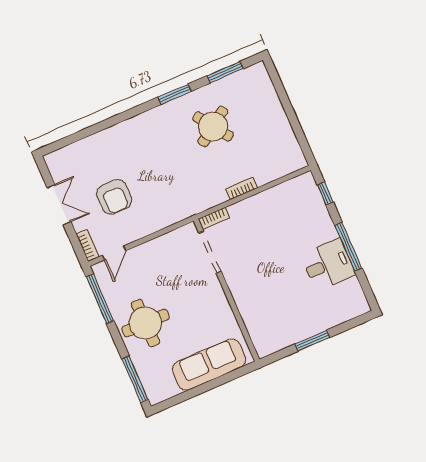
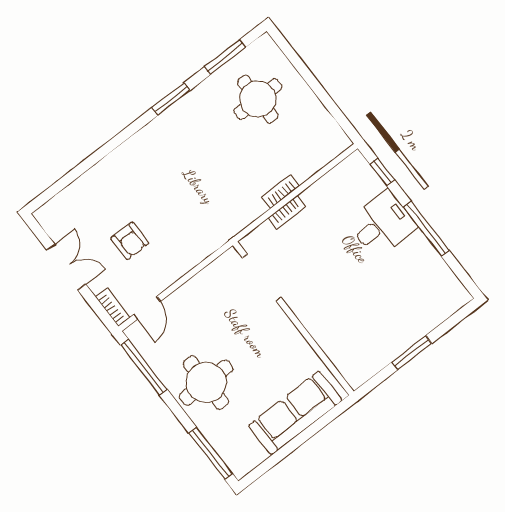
round table: (213, 126) -> (258, 99), moved, turned 35
armchair: (114, 197) -> (130, 241), width x0.72, depth x0.72
bookcase: (214, 218) -> (287, 212), moved
desk: (328, 265) -> (382, 224), moved

